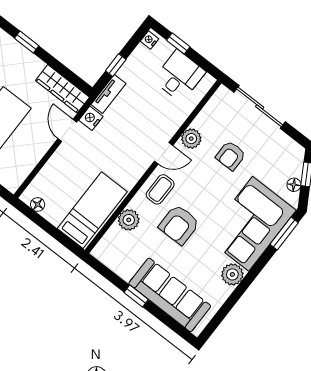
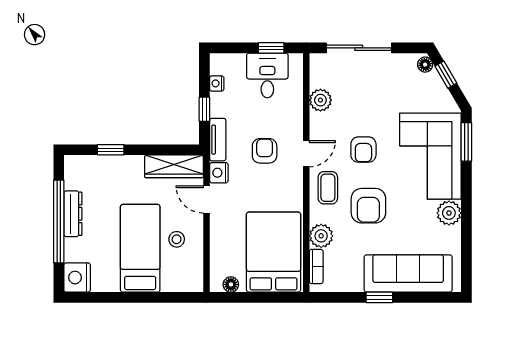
nightstand: (149, 40) -> (217, 83), moved
window: (178, 43) -> (271, 48), moved
armchair: (136, 128) -> (265, 151), added
plant: (191, 139) -> (320, 100), moved
stool: (24, 142) -> (177, 239), added
armchair: (231, 156) -> (363, 150), moved
floor lamp: (294, 185) -> (425, 65), moved
bed: (92, 210) -> (274, 252), width x1.50
bookcase: (108, 239) -> (316, 266), added

